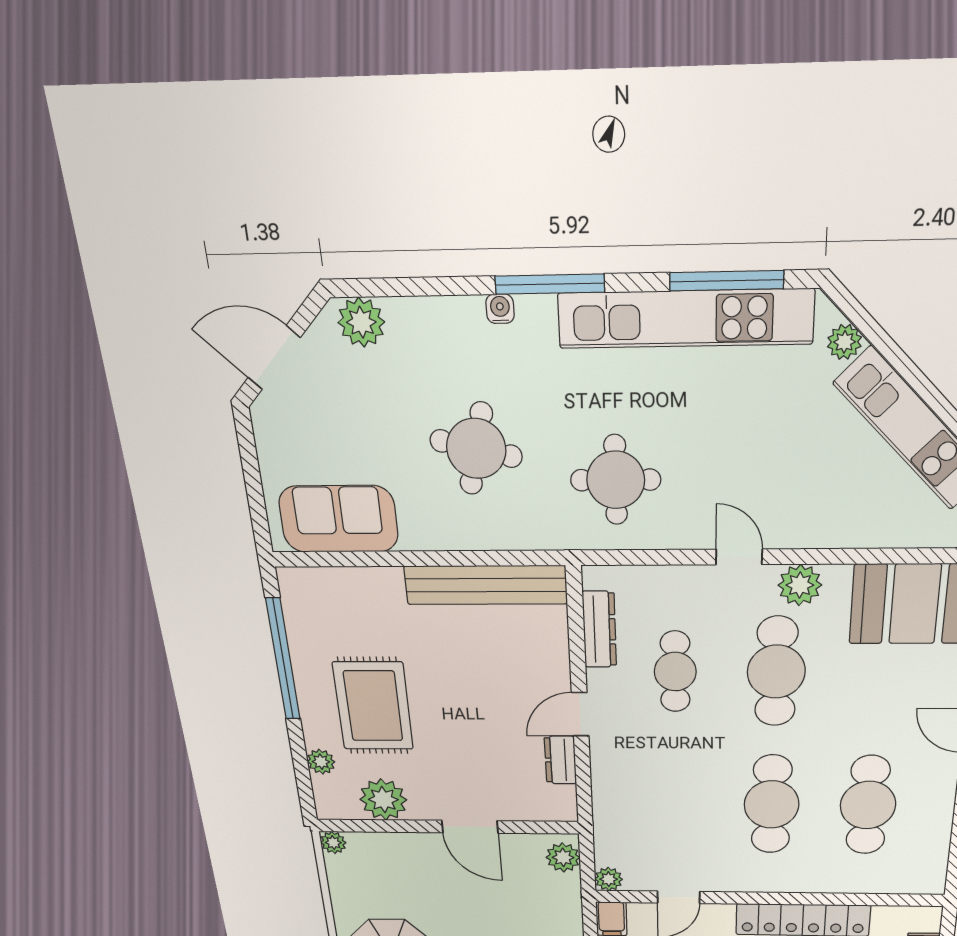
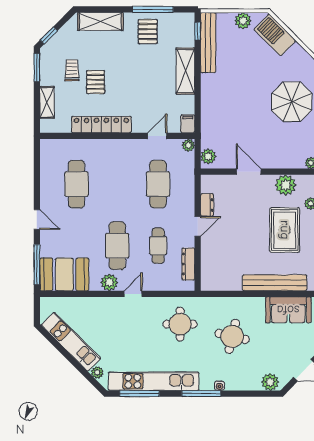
door: (739, 557) -> (133, 294), swing flipped
bench: (486, 585) -> (275, 283), moved
cafe table: (772, 804) -> (158, 184), moved

